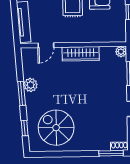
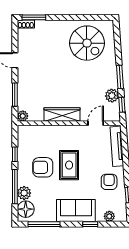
plant: (31, 85) -> (112, 96), moved
window: (25, 128) -> (122, 105), moved

